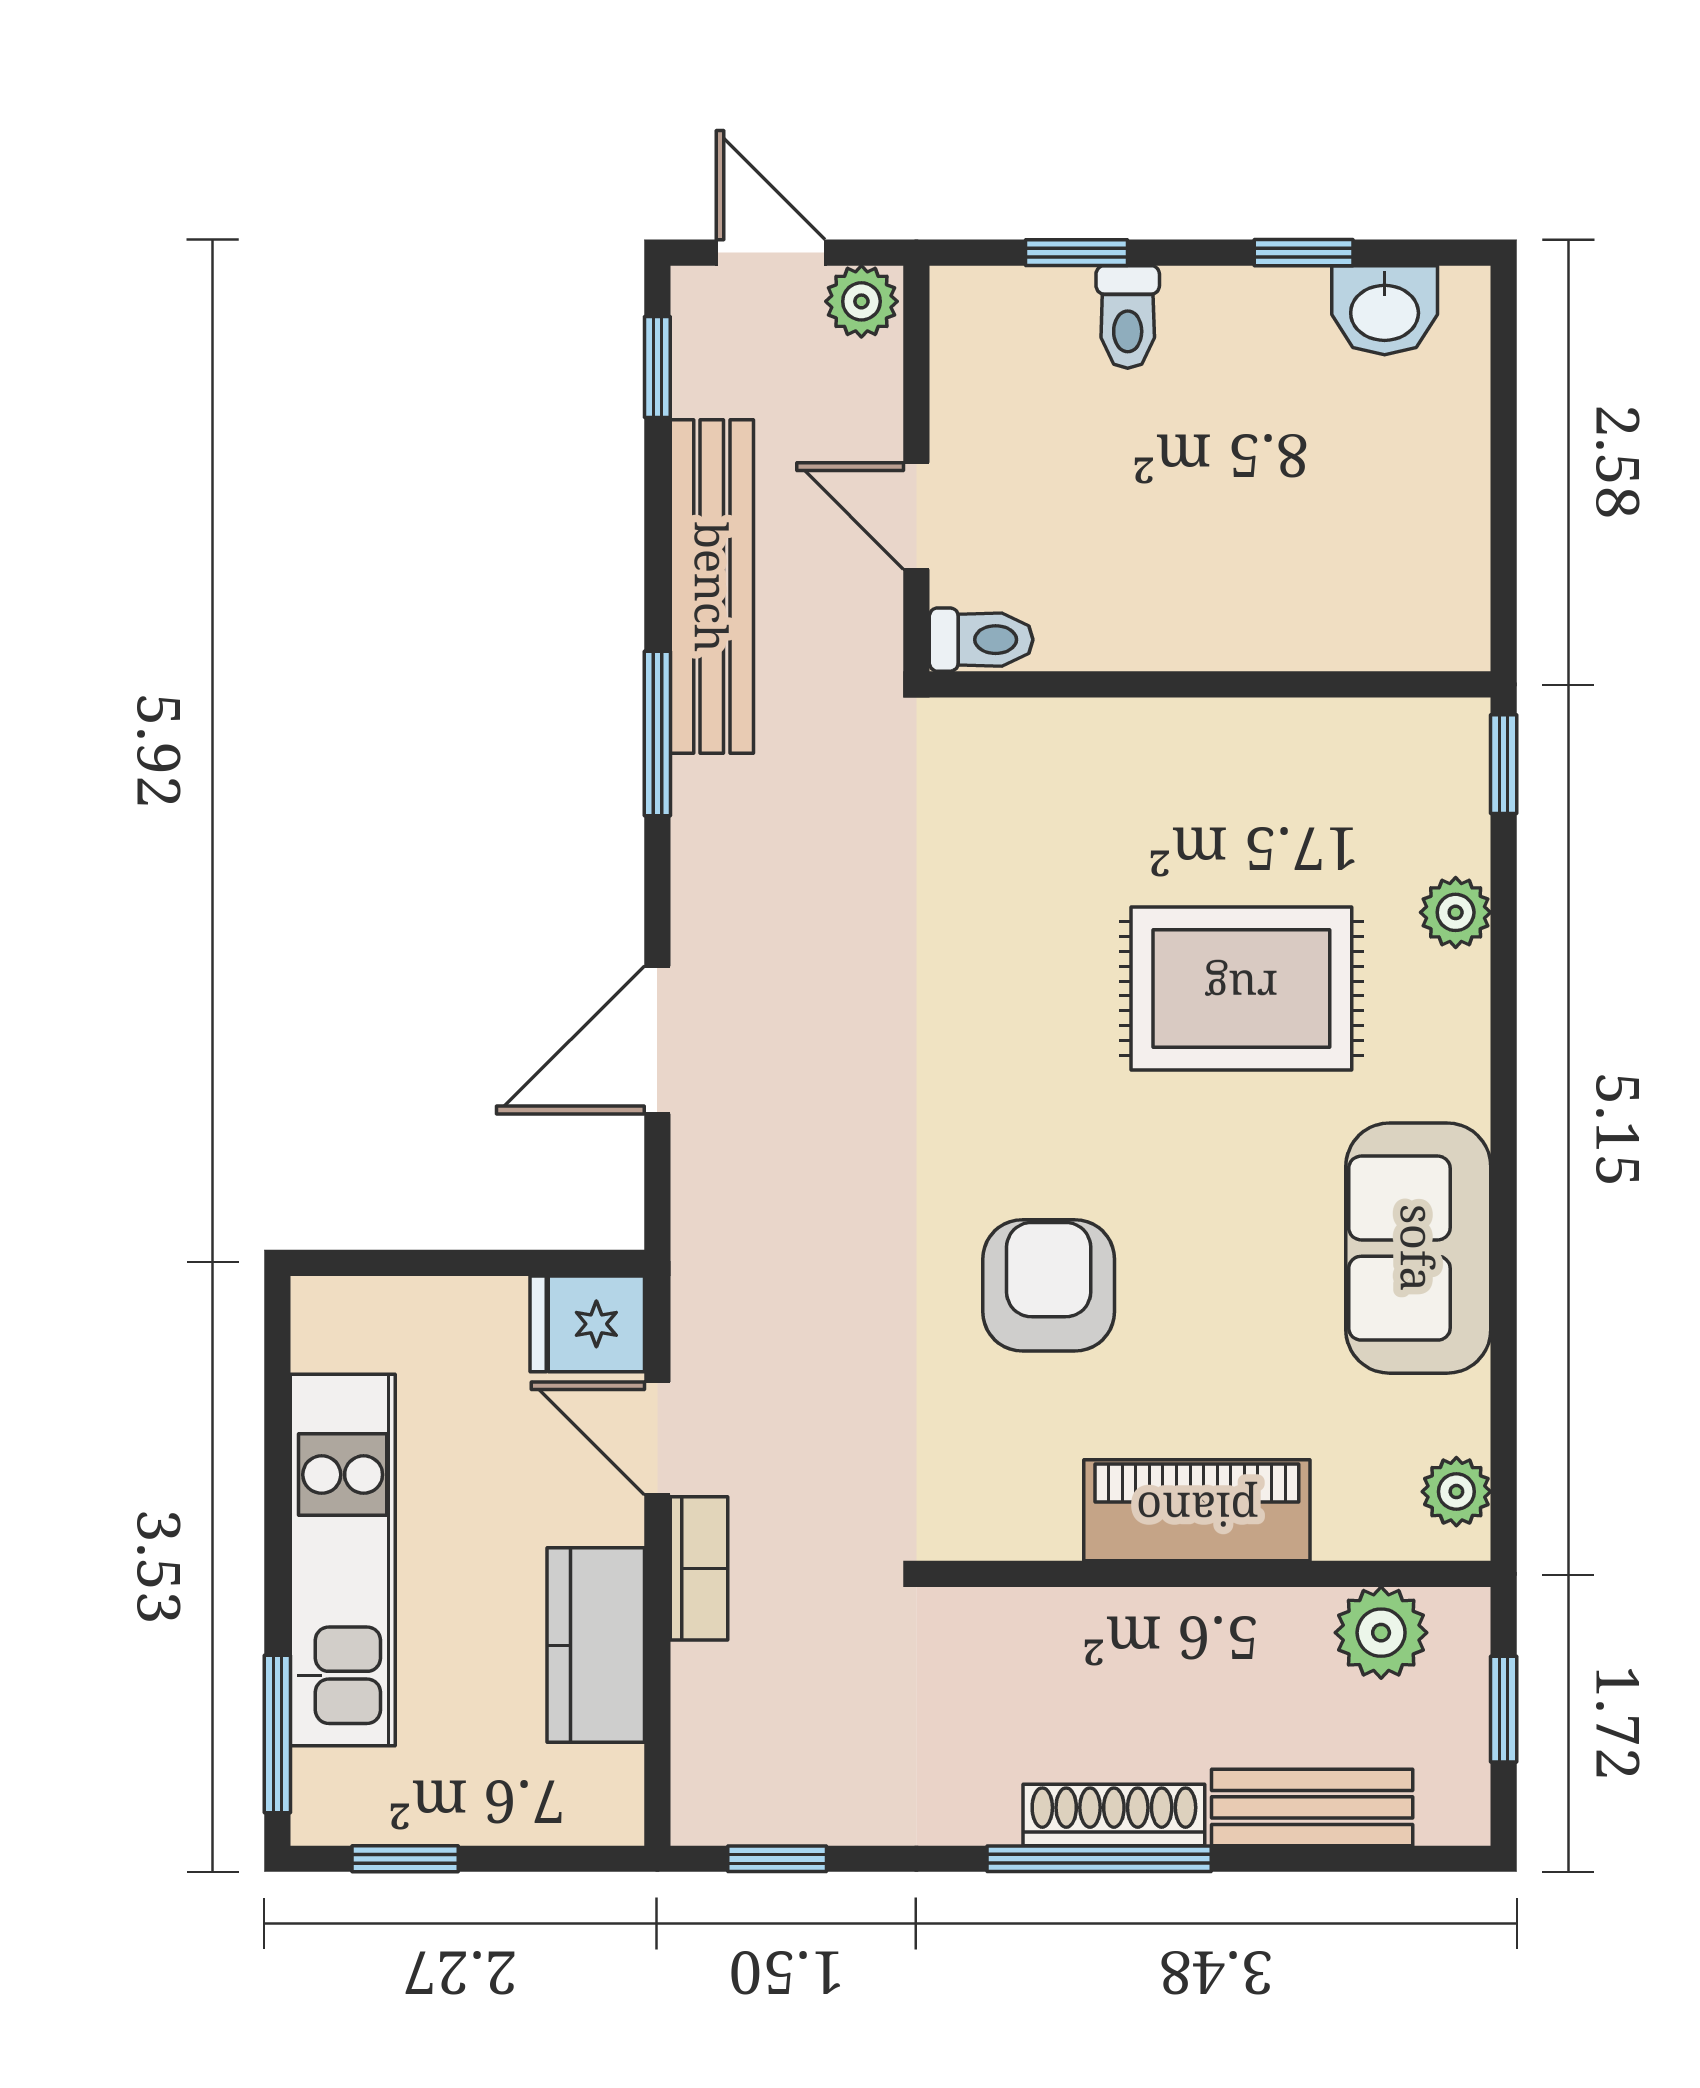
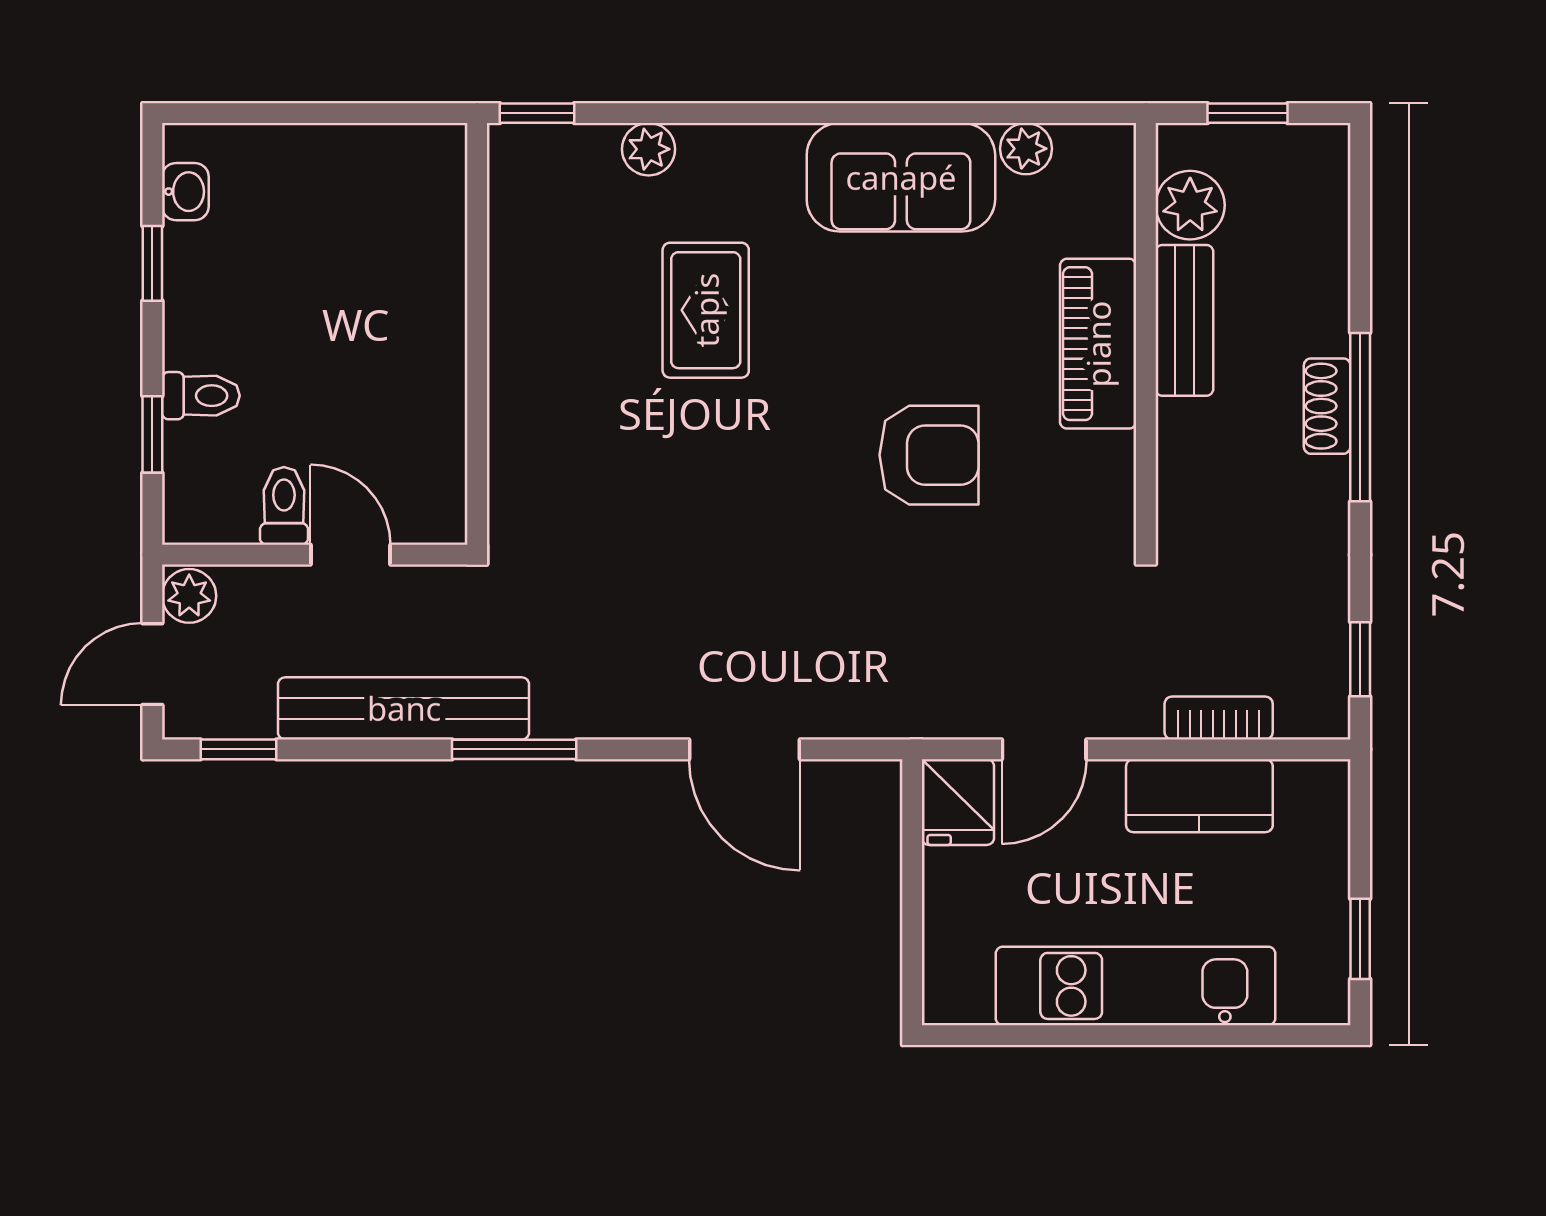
washbasin: (1385, 310) -> (185, 192), width x0.72, depth x0.69
door: (916, 516) -> (350, 555), swing flipped
toilet: (981, 640) -> (284, 506), moved
rug: (1241, 988) -> (706, 310), width x0.73, depth x0.70
armchair: (1049, 1285) -> (929, 455), turned 180
plant: (1456, 1492) -> (1026, 149), moved
bookcase: (699, 1568) -> (1219, 718), moved
window: (277, 1734) -> (1266, 1035), removed
bench: (1312, 1807) -> (1184, 320), moved
shoe rack: (1114, 1815) -> (1327, 406), width x0.70

